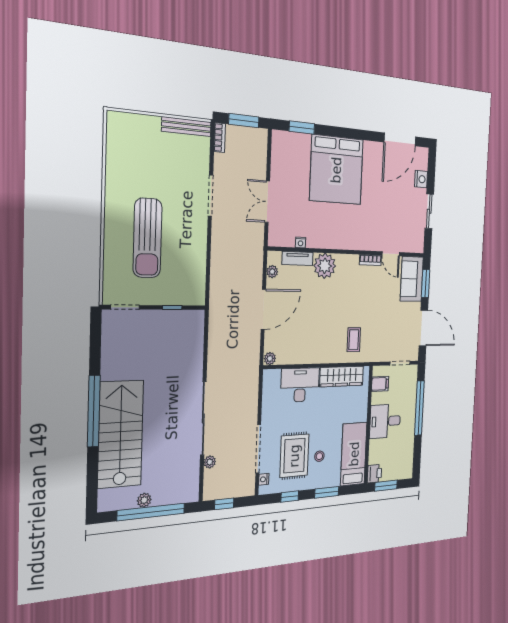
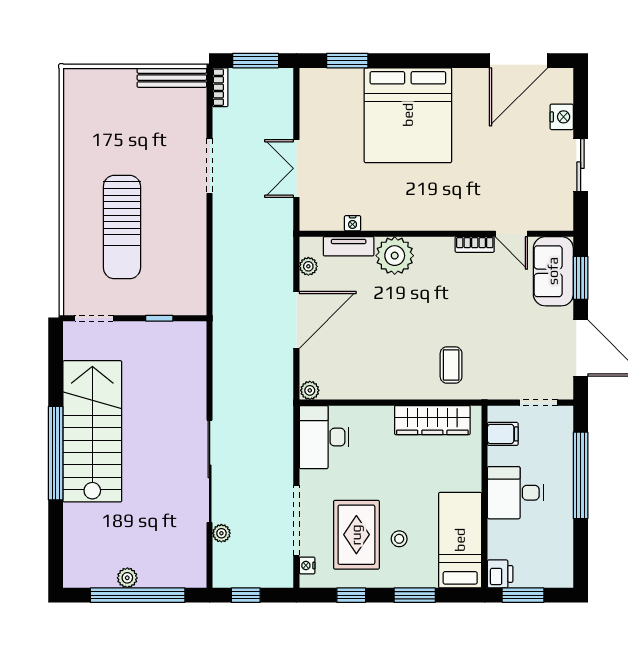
desk: (300, 385) -> (324, 437), moved, turned -90
stairs: (121, 434) -> (92, 431), moved

